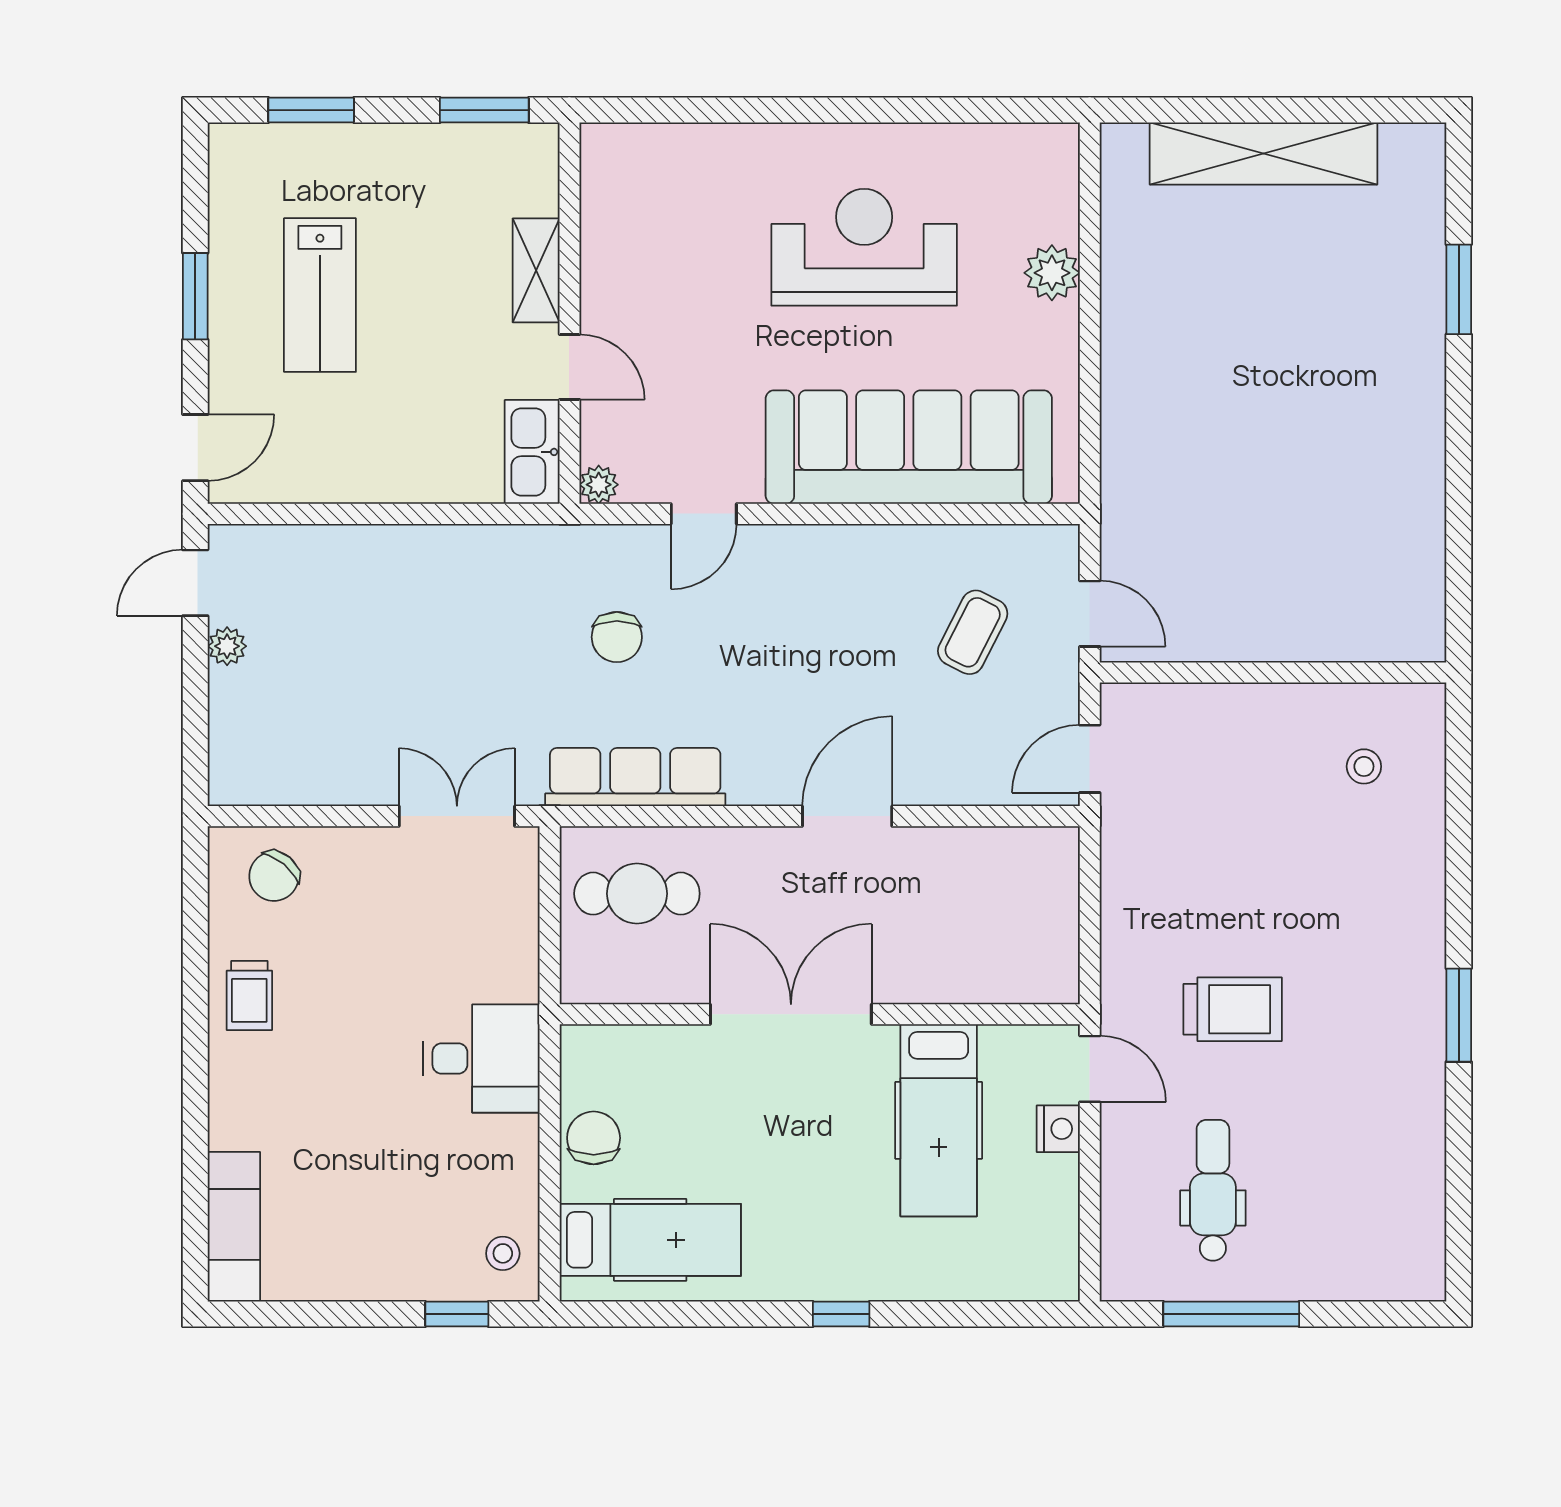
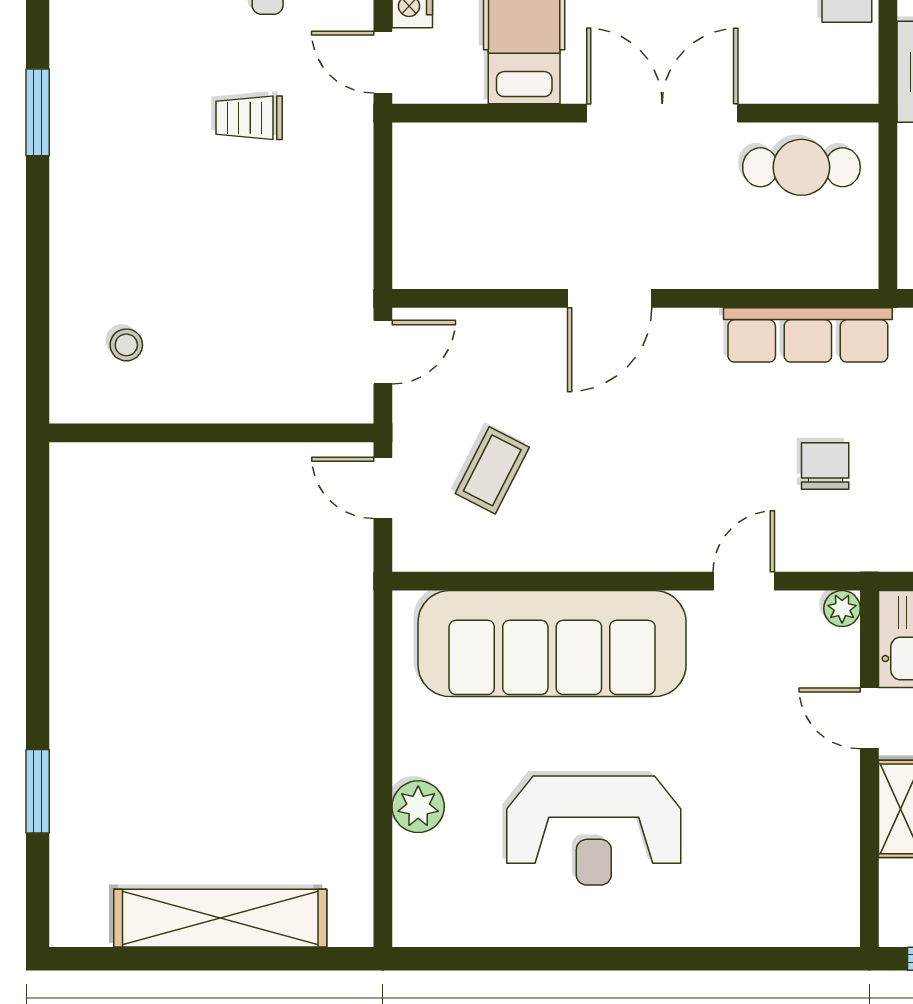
cafe table: (637, 894) -> (801, 167), moved
trolley: (1233, 1009) -> (249, 118), width x0.73, depth x0.72
double door: (791, 1014) -> (662, 113), swing flipped

